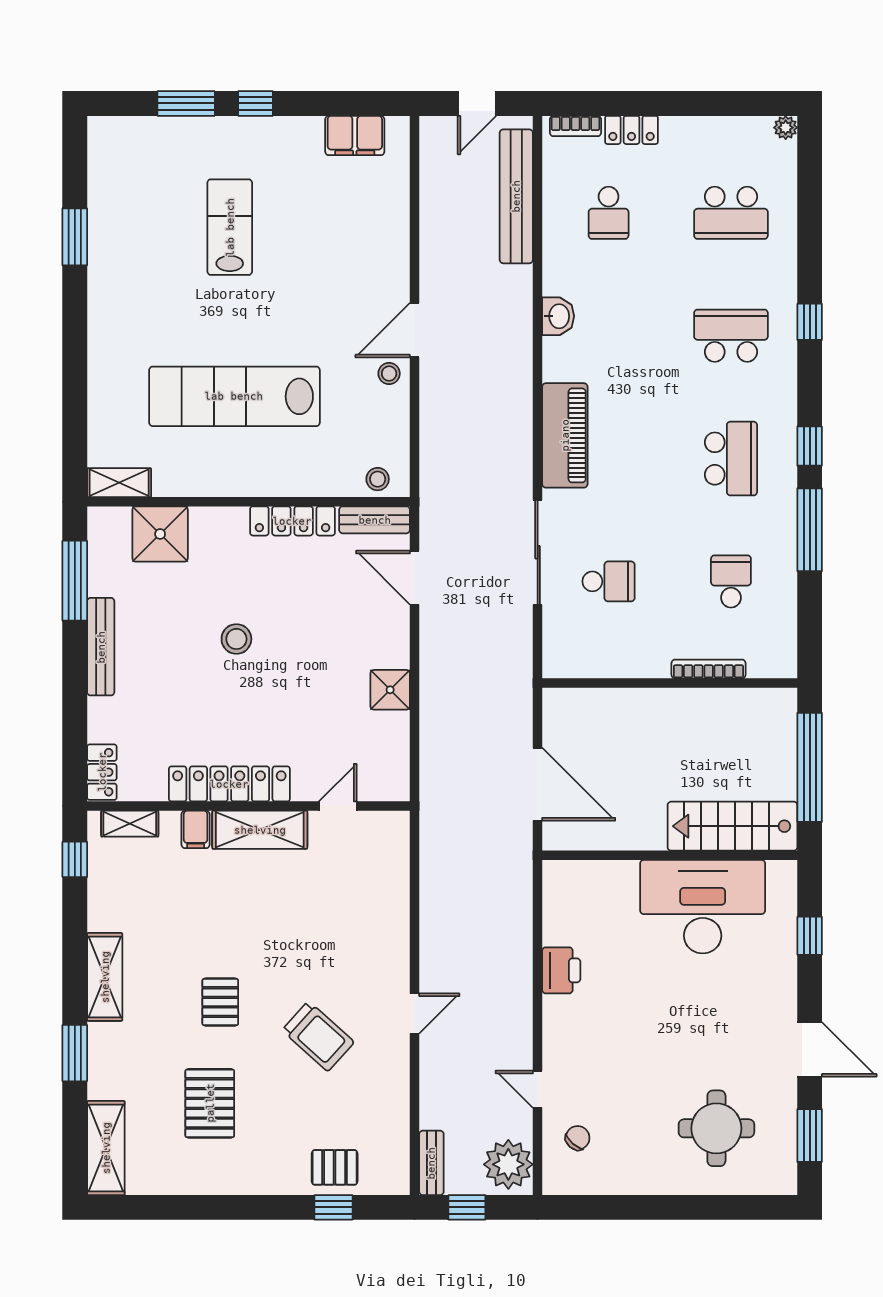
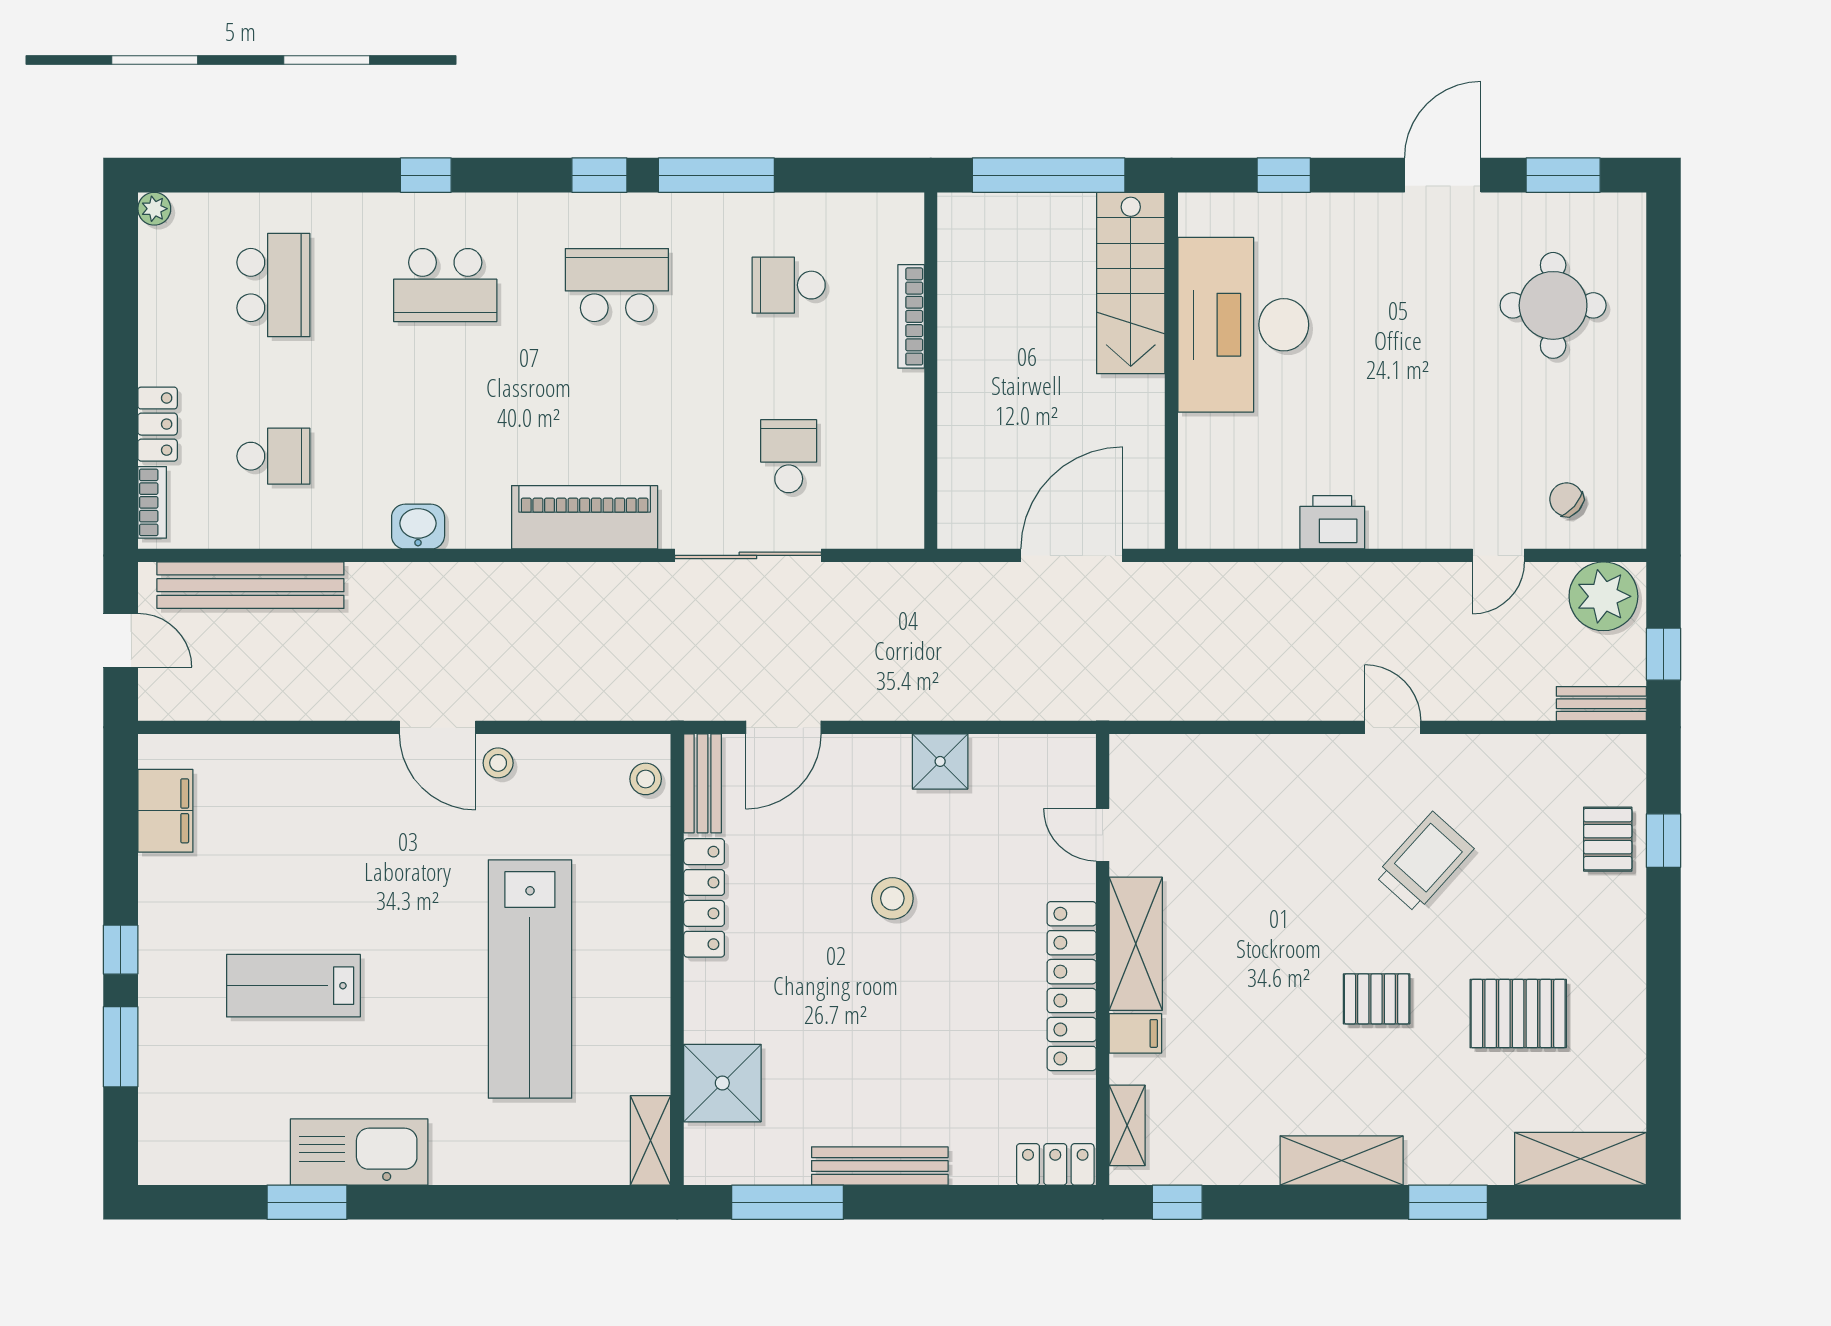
kitchen sink: (111, 274) -> (359, 1152), added
school desk: (731, 336) -> (445, 285), turned -90
stool: (236, 639) -> (892, 898), moved

